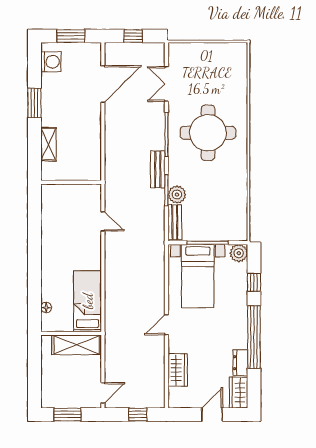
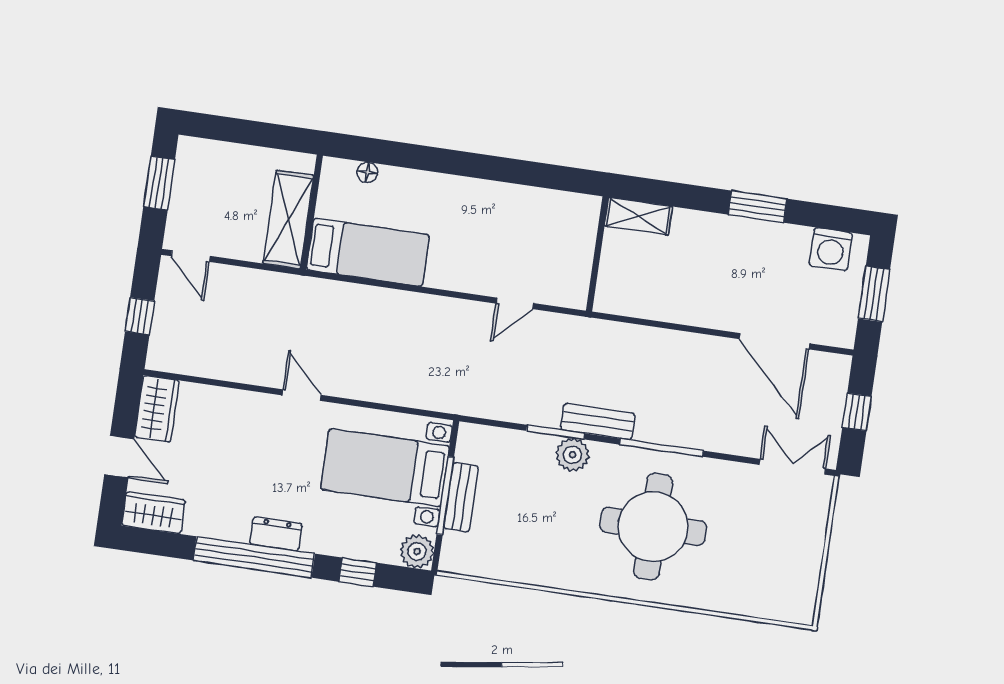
double door: (166, 84) -> (792, 467), moved
shelving: (48, 144) -> (638, 216), moved
plant: (177, 194) -> (572, 455), moved
bench: (175, 222) -> (461, 497), moved, turned 90
dresser: (240, 363) -> (276, 534), moved
wardrobe: (178, 370) -> (157, 409), moved, turned -90

